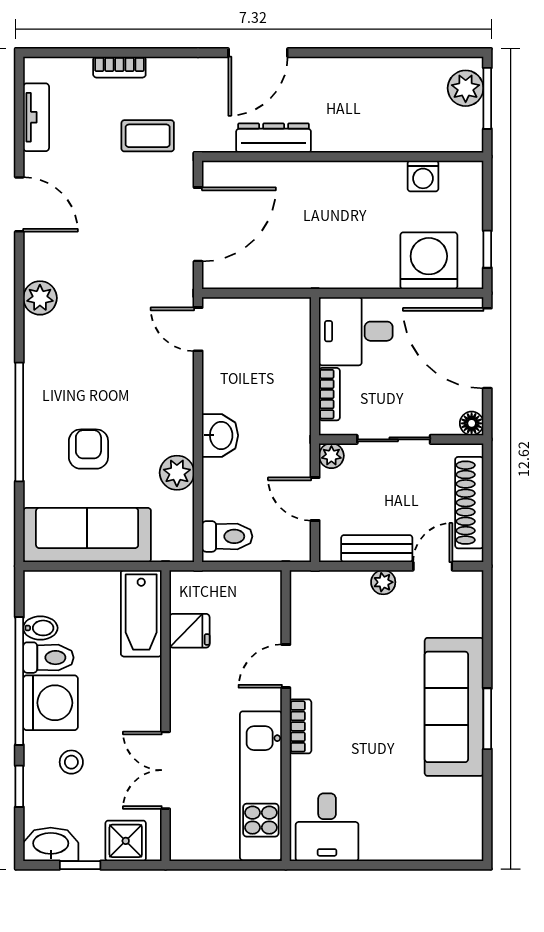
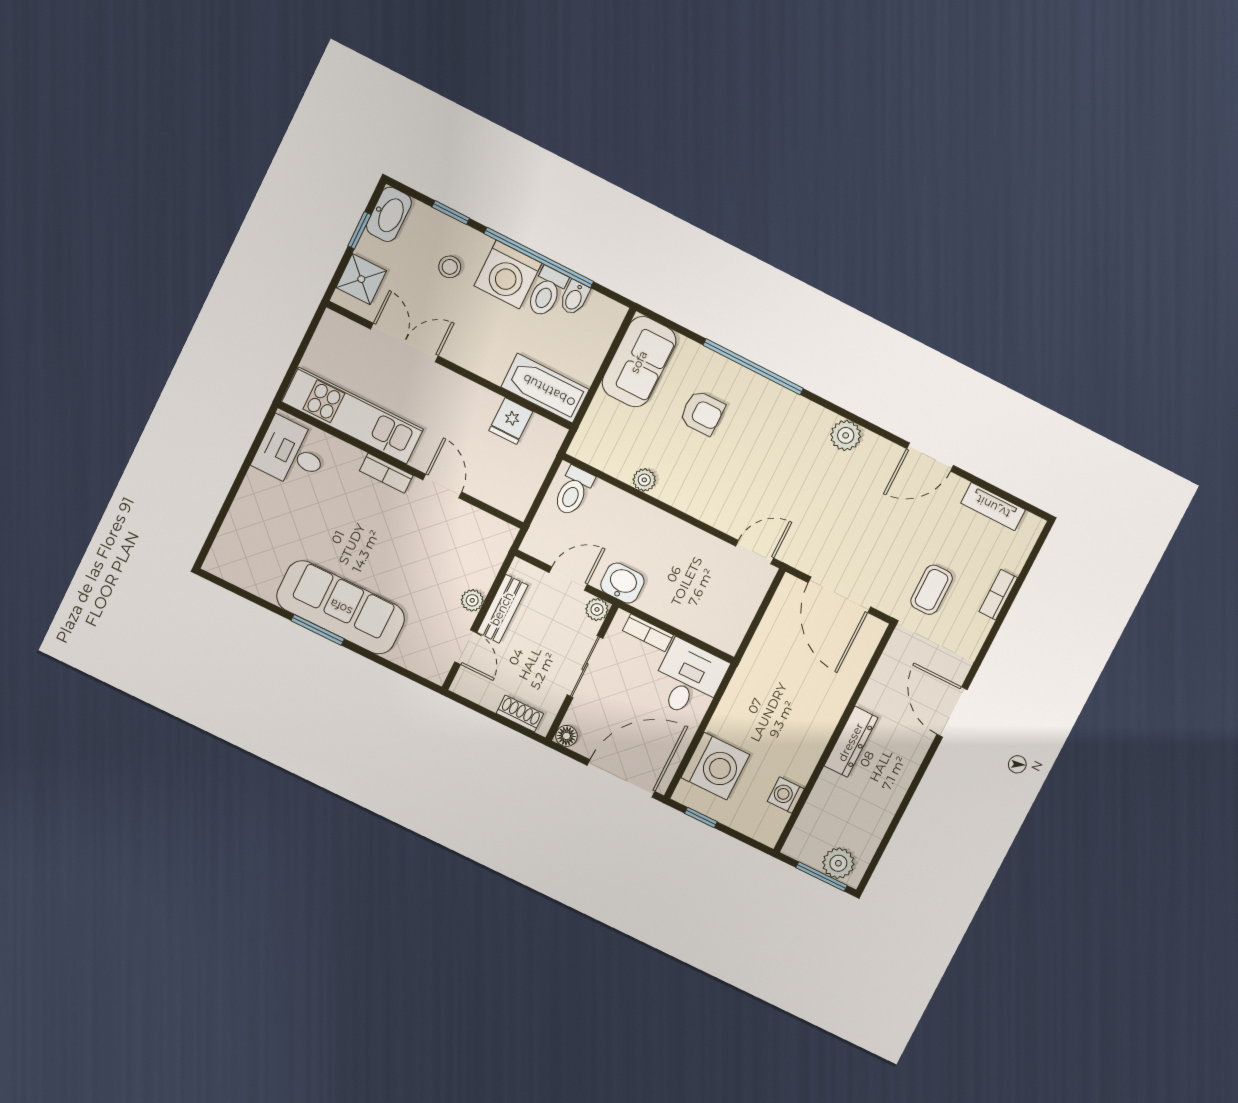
dresser: (274, 138) -> (851, 742), moved
washbasin: (220, 435) -> (622, 583), moved, turned 180
plant: (177, 473) -> (644, 480), width x0.73, depth x0.73
shoe rack: (469, 503) -> (520, 713), width x0.51, depth x0.81
sofa: (87, 535) -> (639, 362), width x0.73

